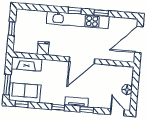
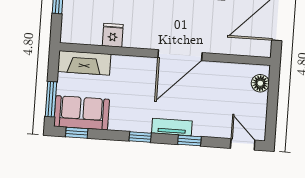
floor lamp: (127, 90) -> (260, 83), moved

